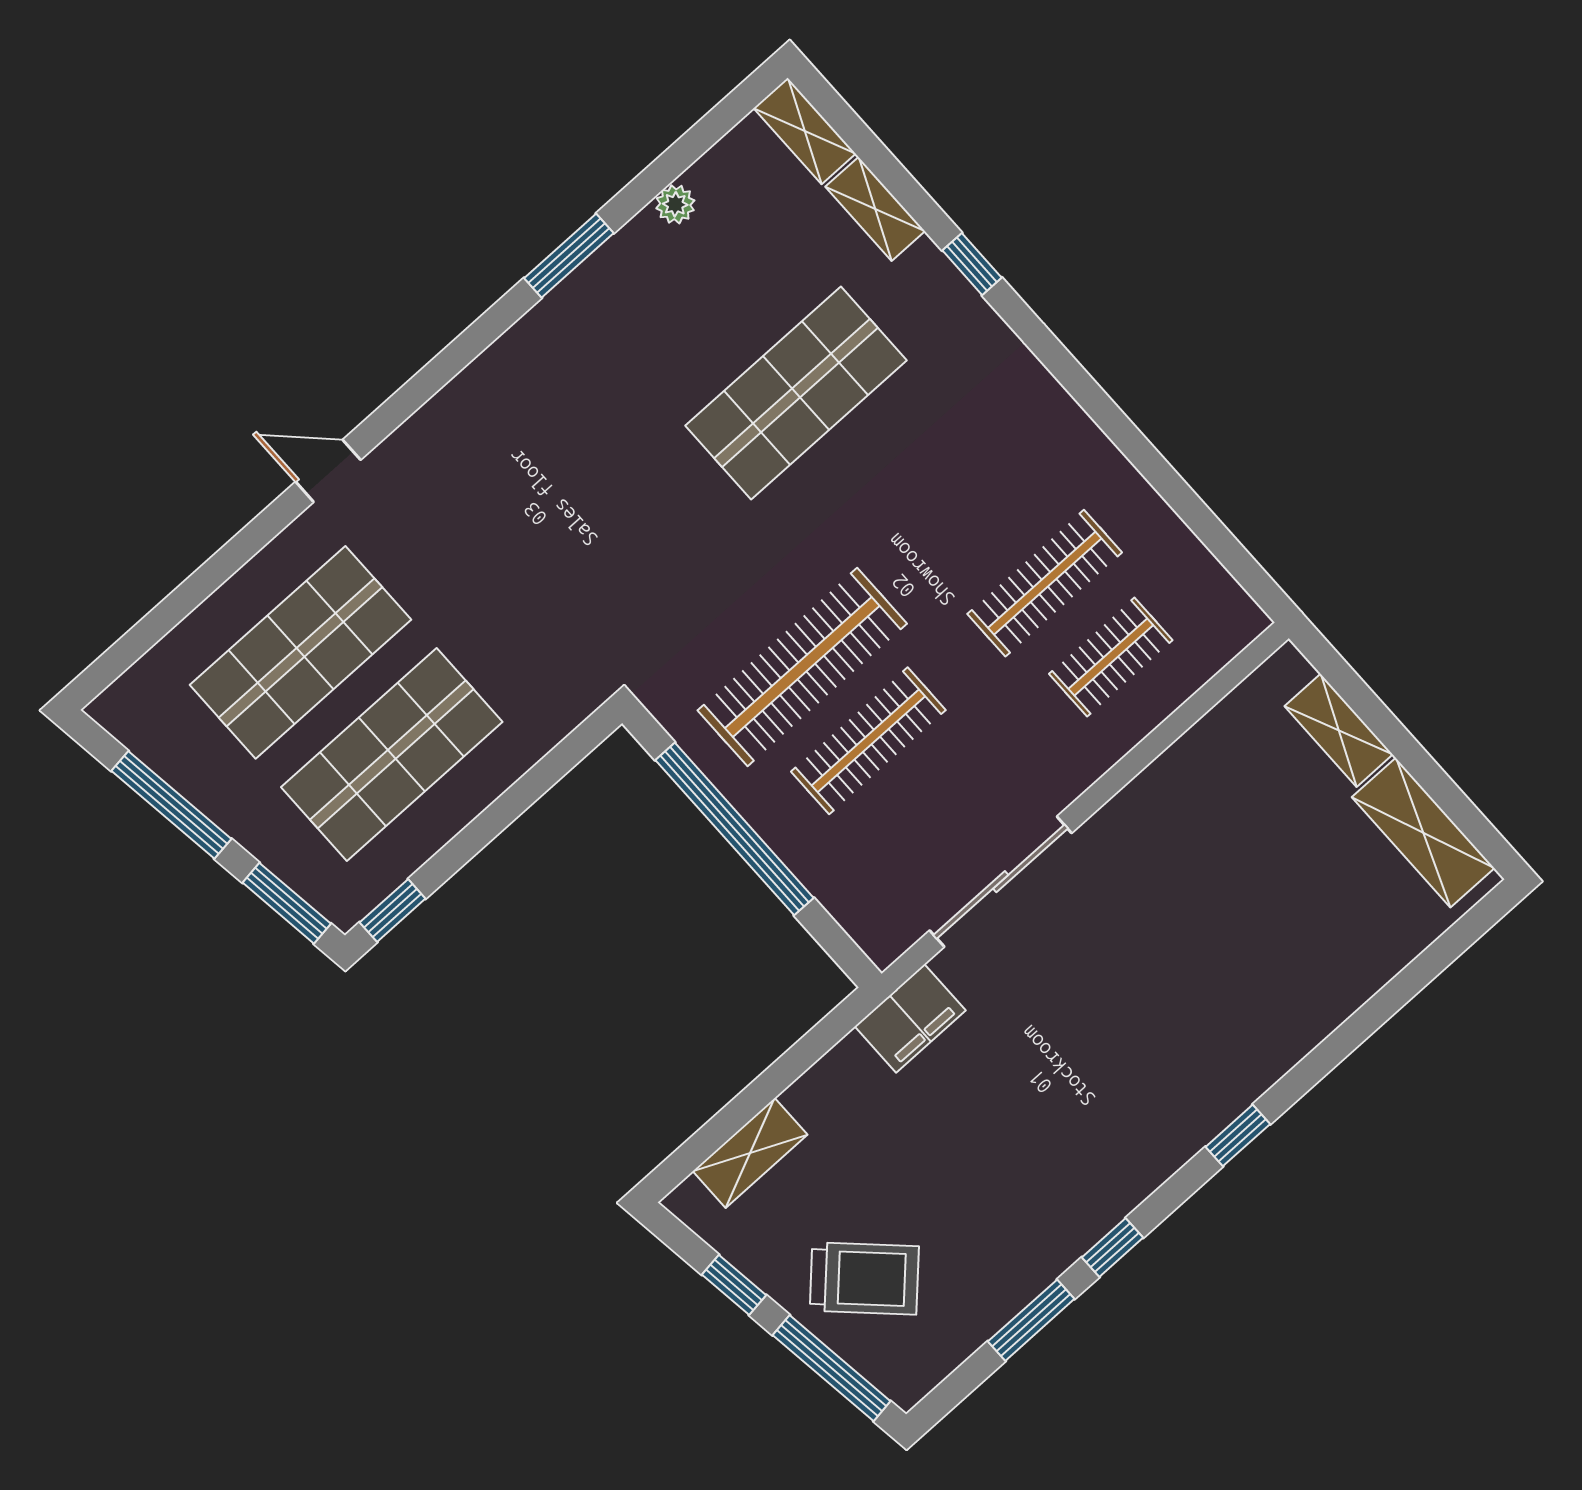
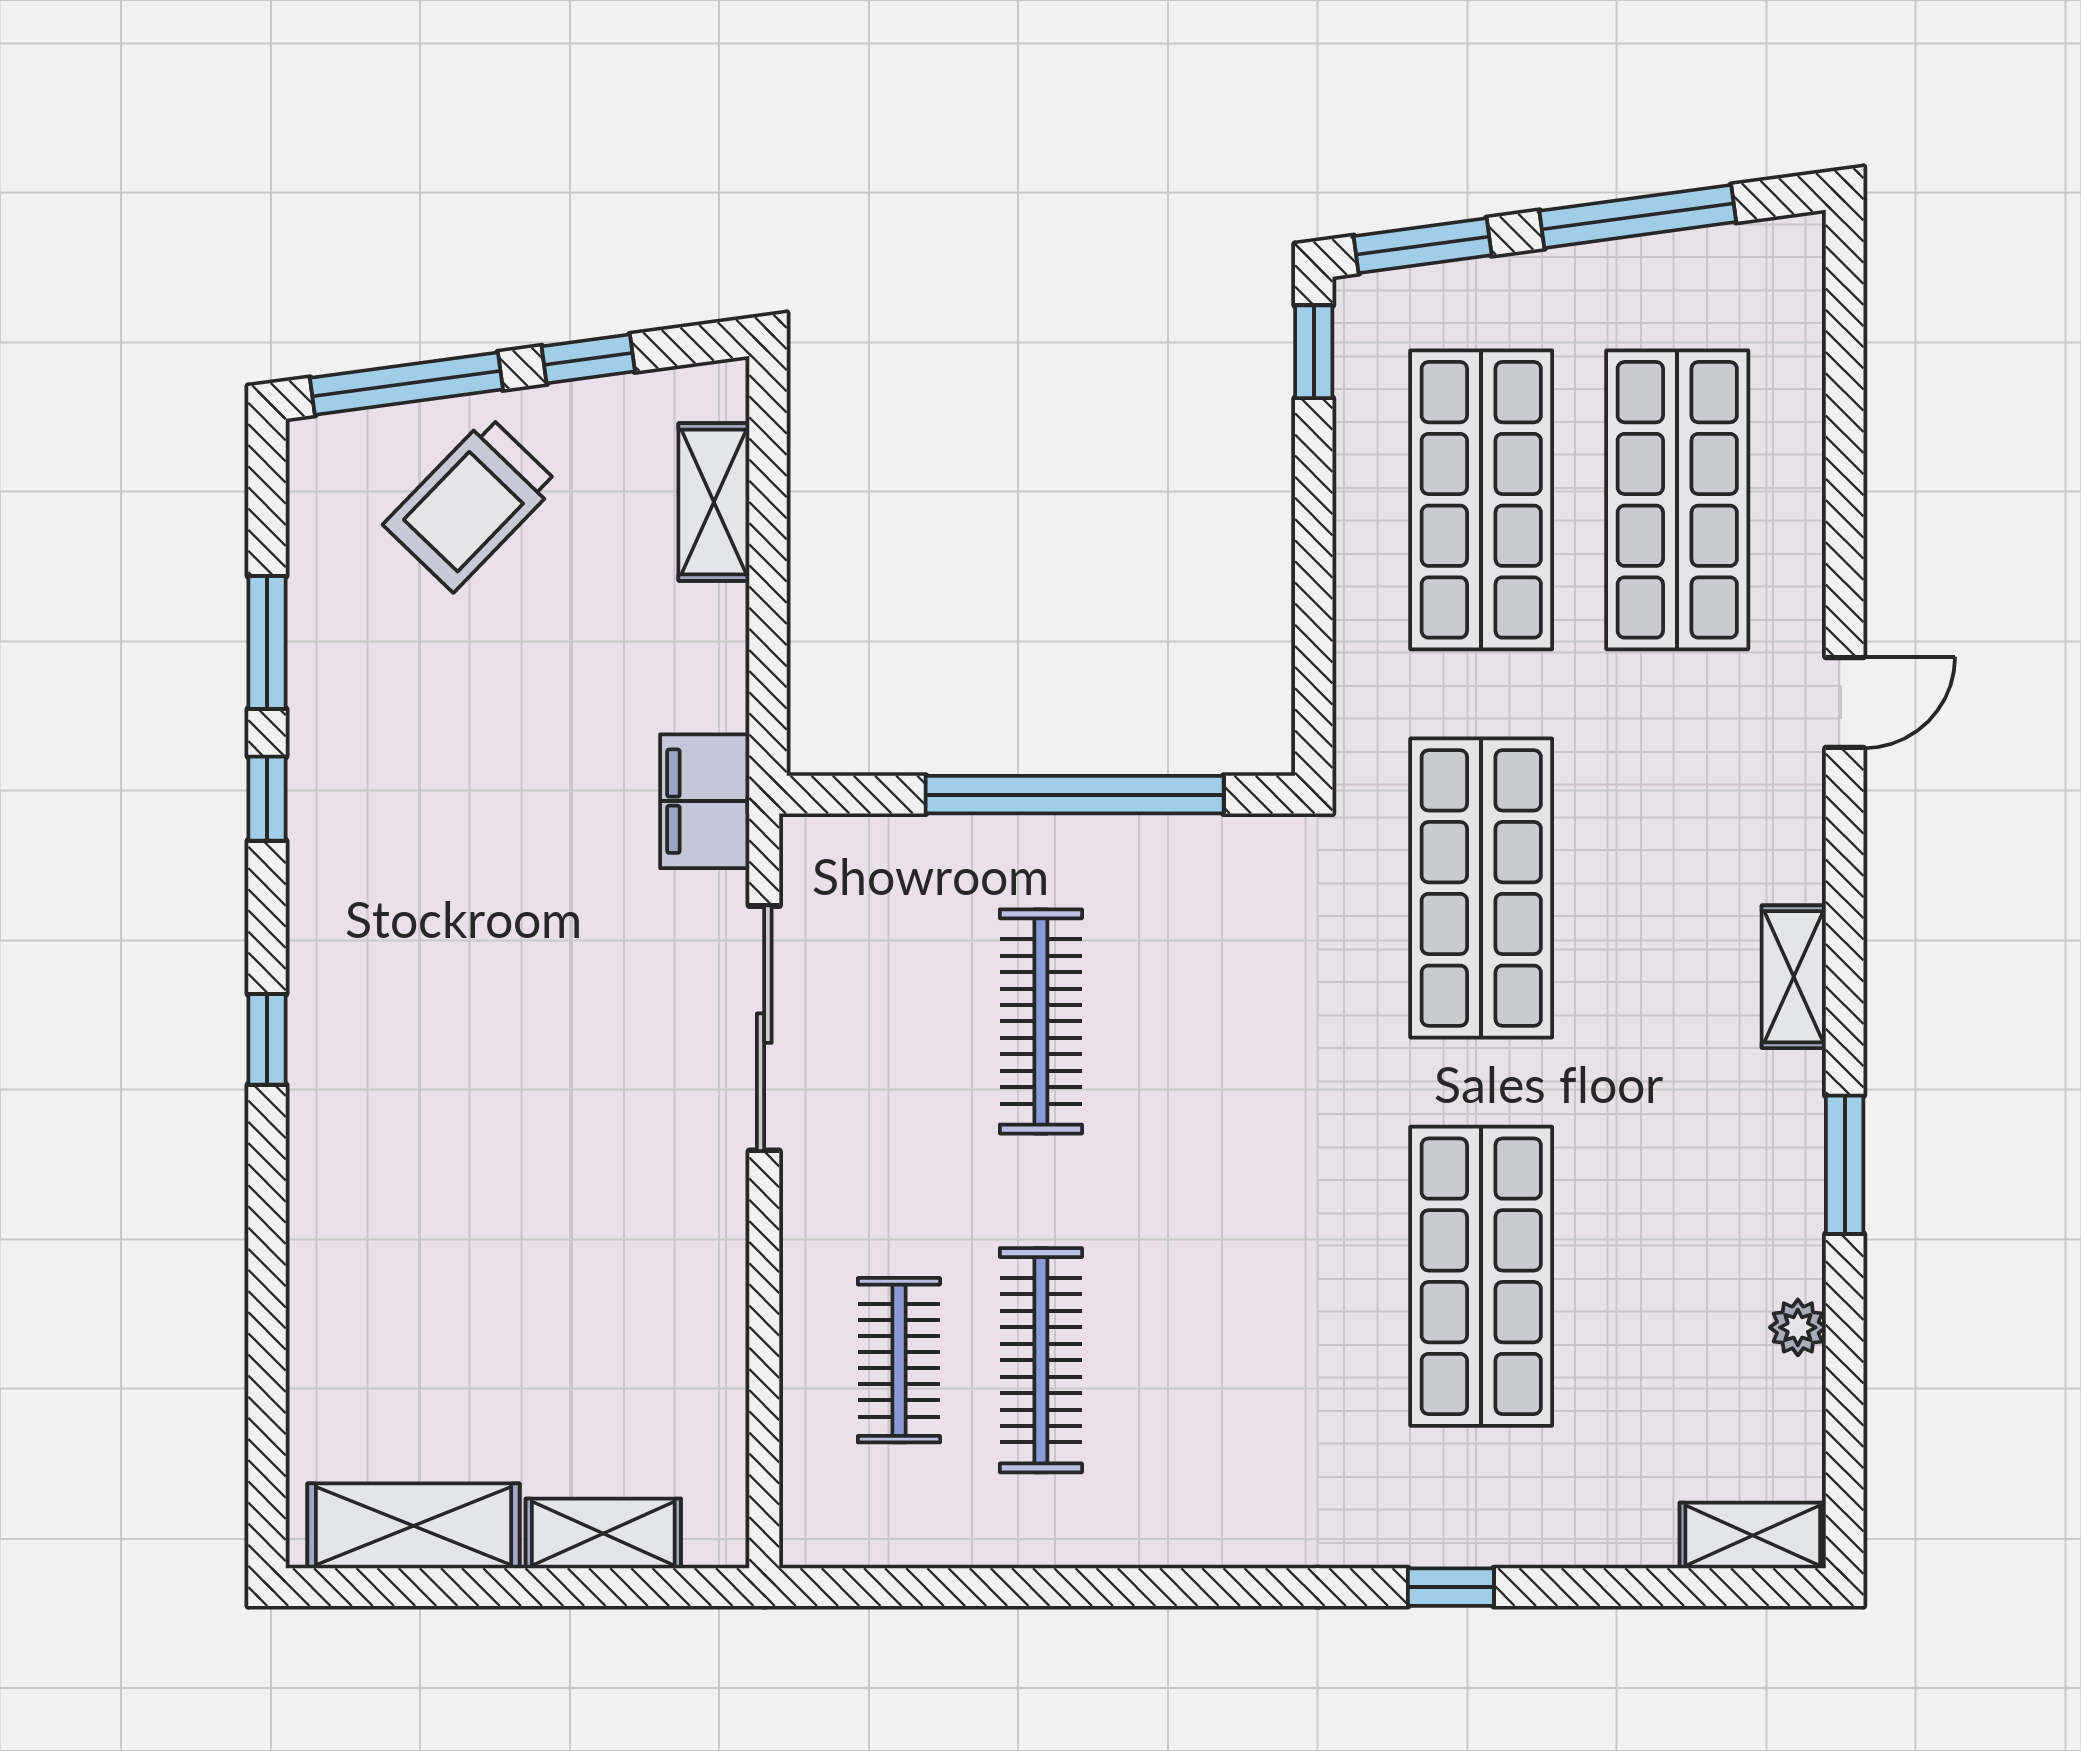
shelving: (875, 209) -> (1794, 977), moved, turned 90
shop shelf: (594, 574) -> (1481, 888), added
clothes rail: (802, 667) -> (1183, 1021), removed

